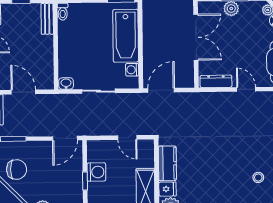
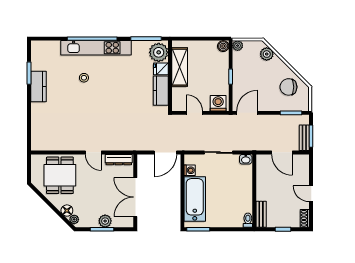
washing machine: (96, 172) -> (218, 103), moved, turned 90

